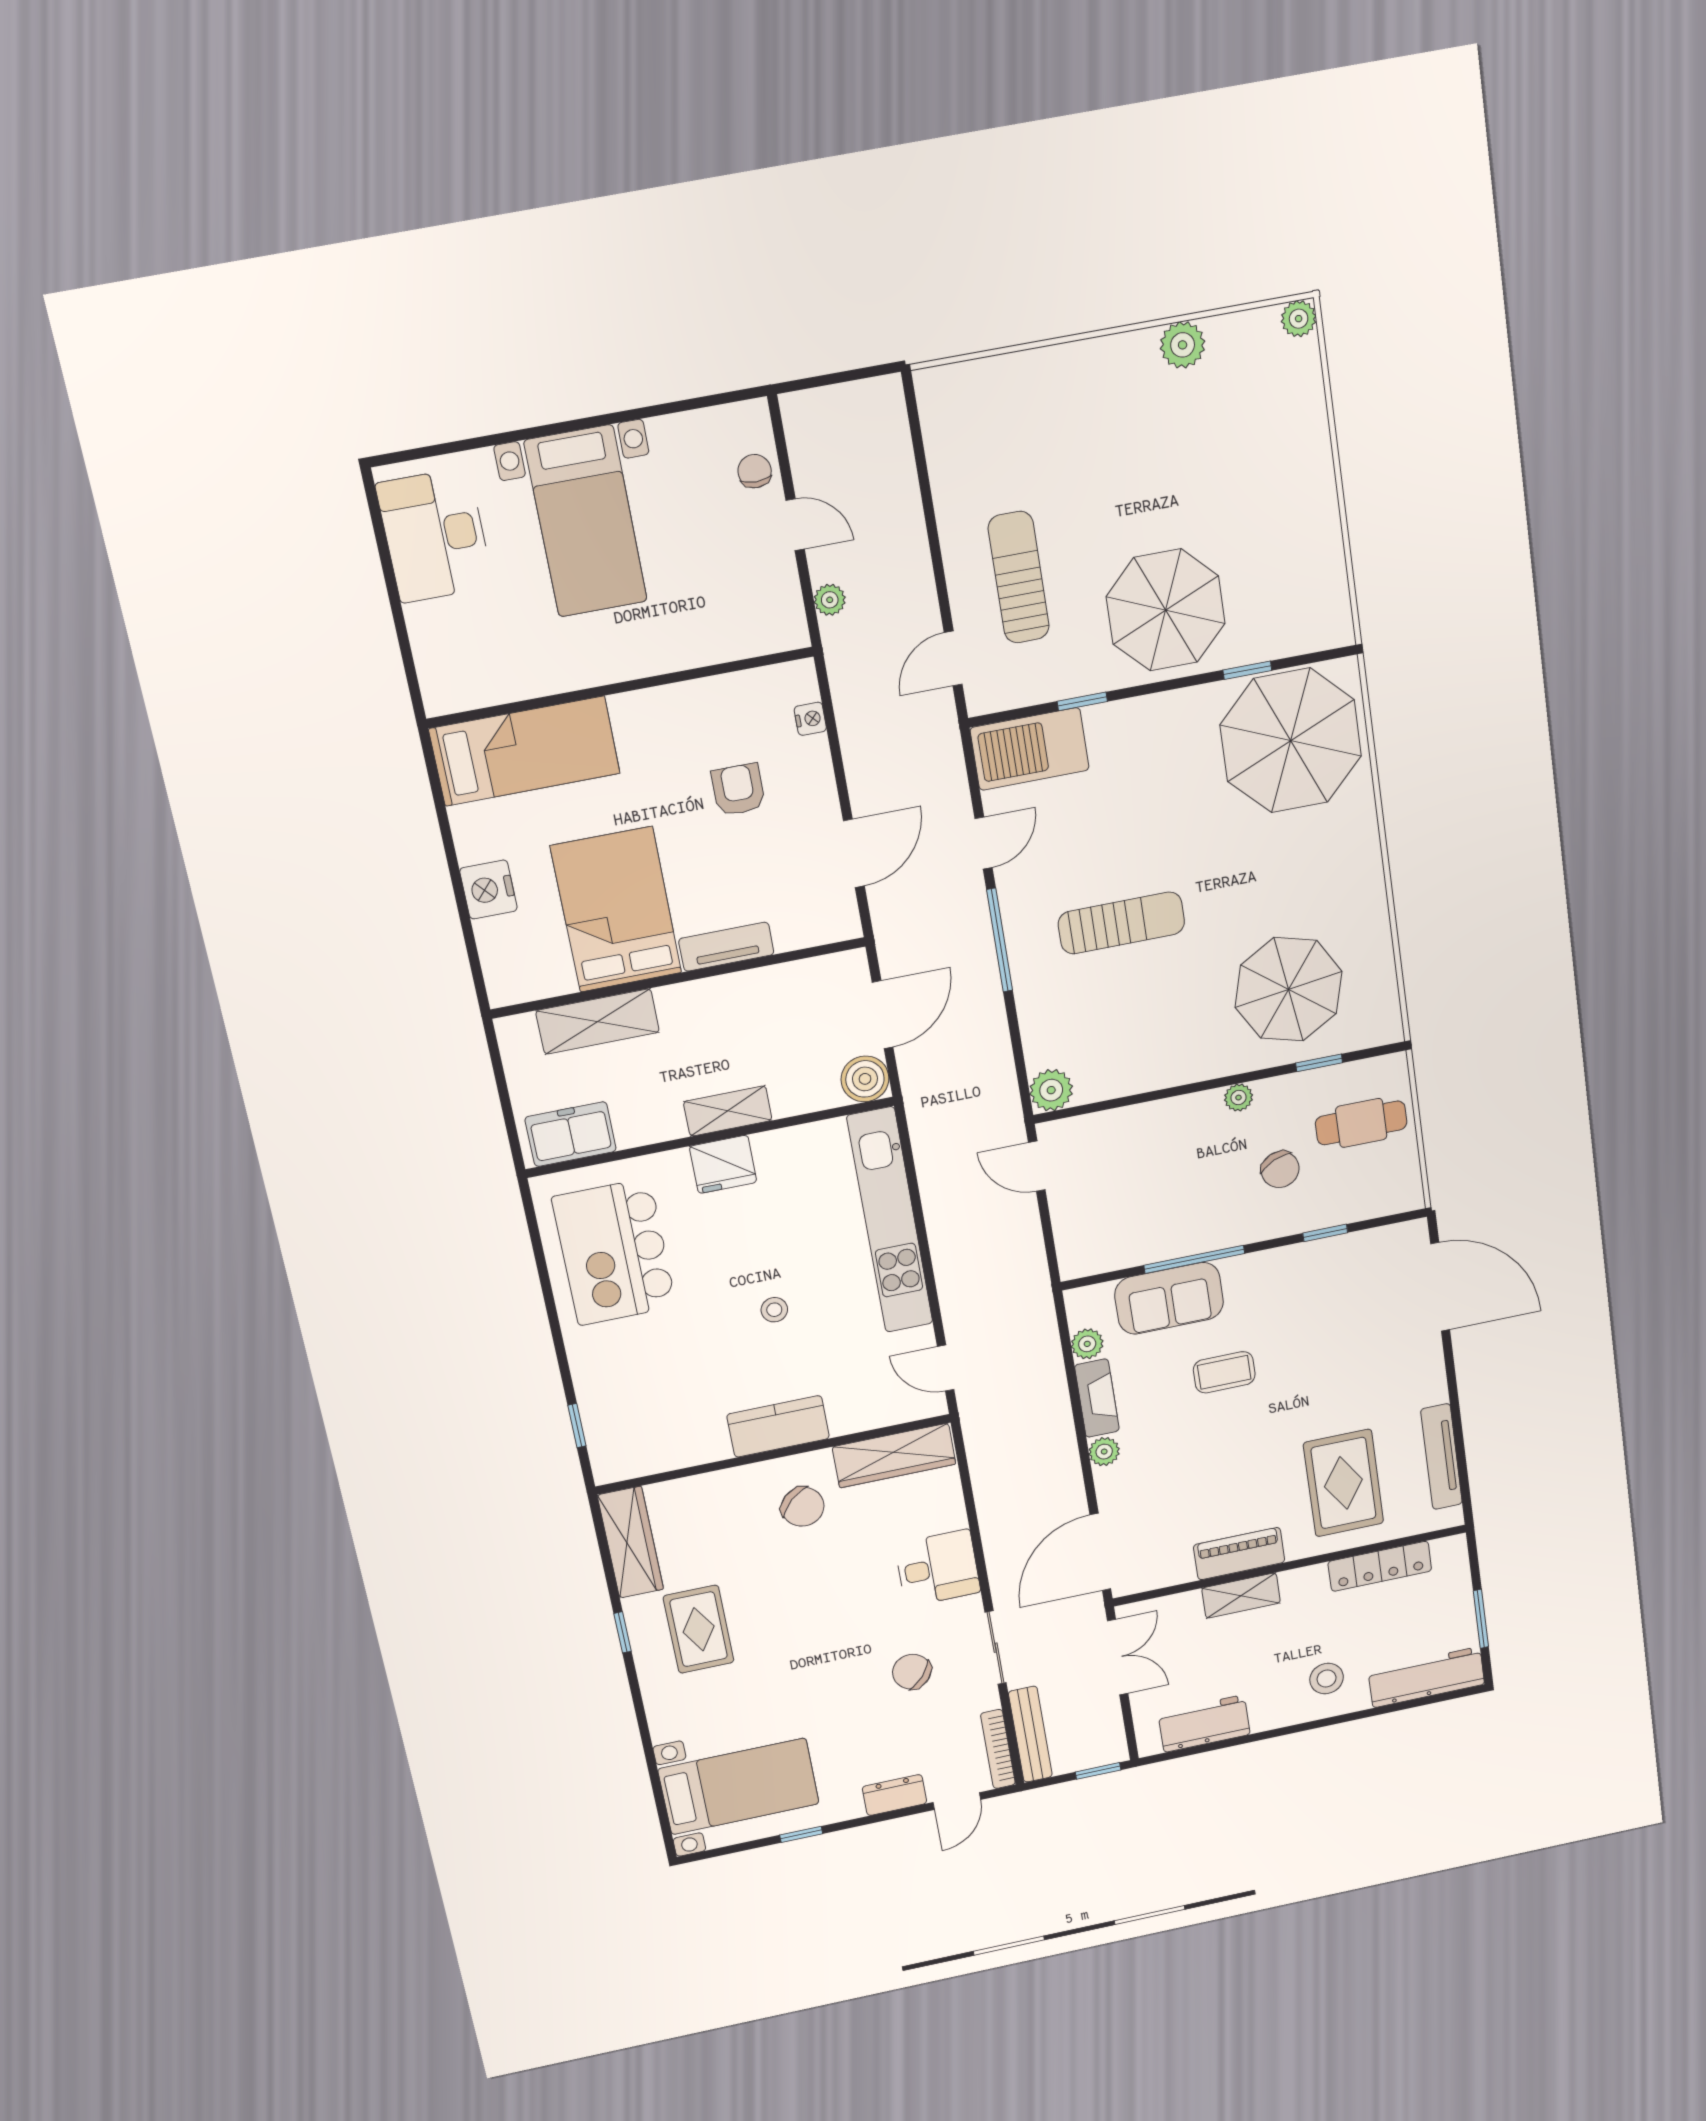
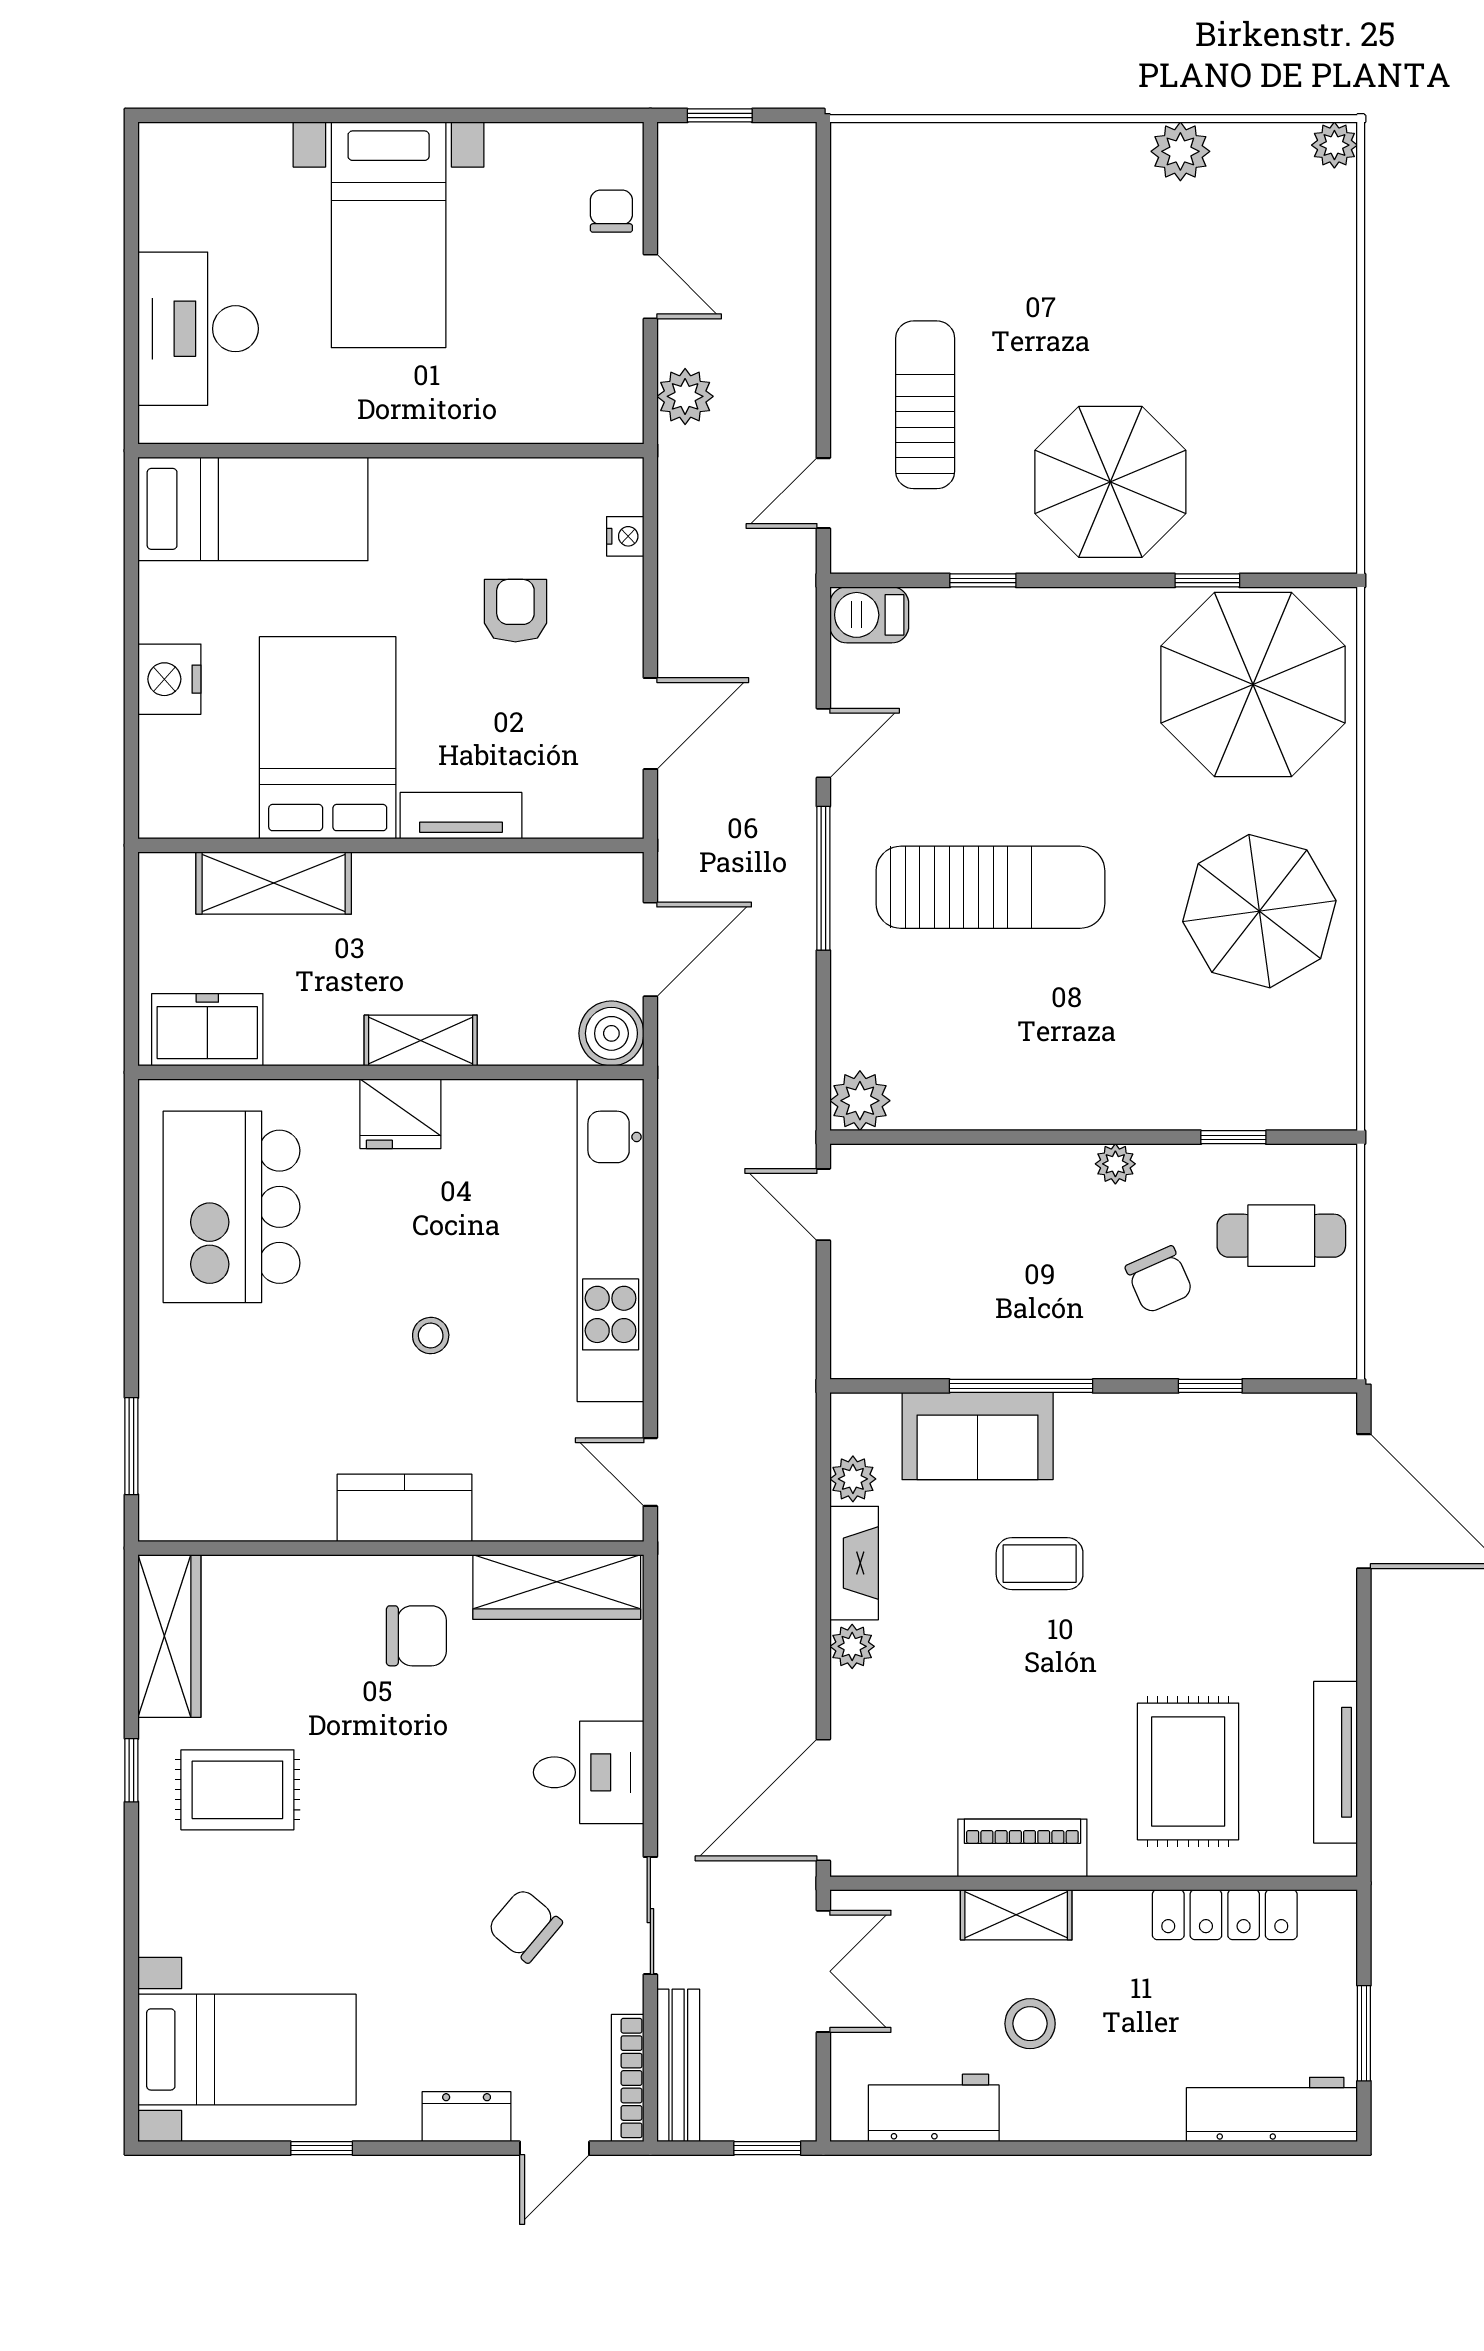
window: (825, 380) -> (720, 115), added
desk: (435, 535) -> (198, 329), moved
plant: (830, 600) -> (685, 396), width x1.38, depth x1.38
barbecue: (1030, 749) -> (869, 615), width x0.53, depth x0.65
sun lounger: (1121, 923) -> (990, 887), width x1.36, depth x1.34
parasol: (1289, 989) -> (1259, 911), moved
window: (577, 1426) -> (131, 1446), width x1.50
chair: (803, 1507) -> (416, 1636), turned -47
rug: (699, 1629) -> (237, 1790), turned 90
stool: (1327, 1679) -> (1030, 2024), moved

